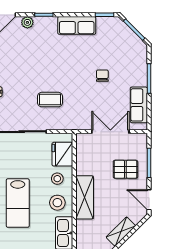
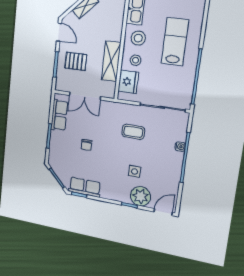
plant: (27, 22) -> (141, 196), width x1.88, depth x1.88
row of seats: (77, 25) -> (85, 187), moved
side table: (43, 55) -> (134, 171), added
shelving: (85, 197) -> (111, 61), moved

